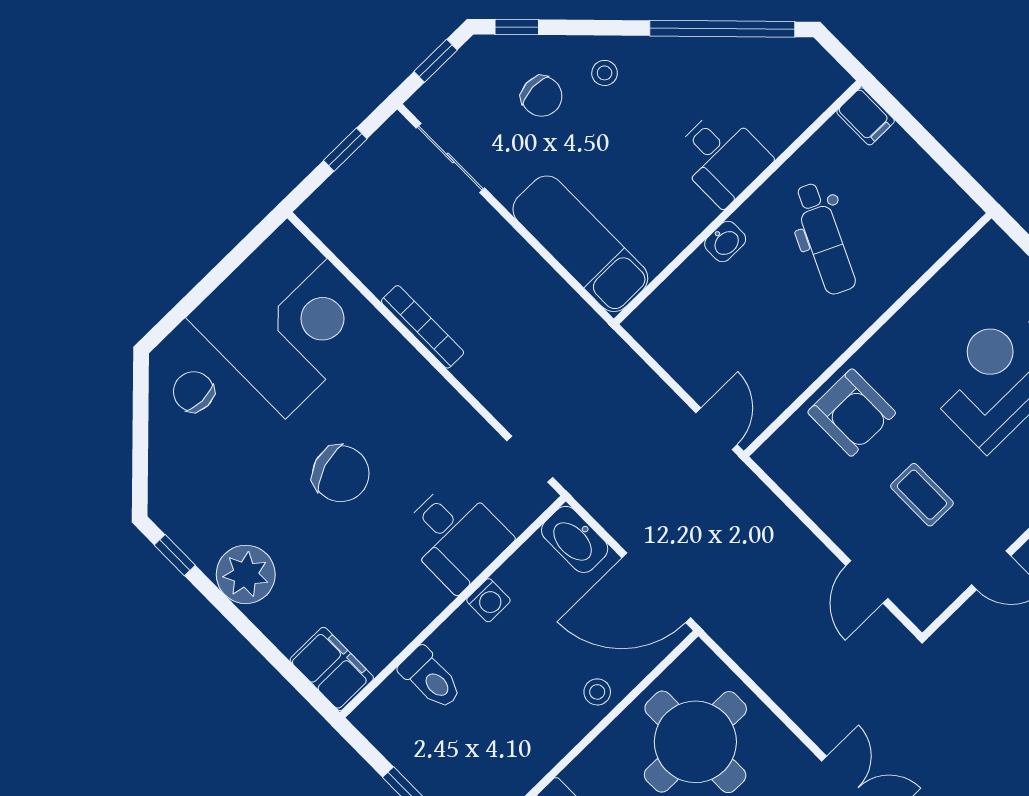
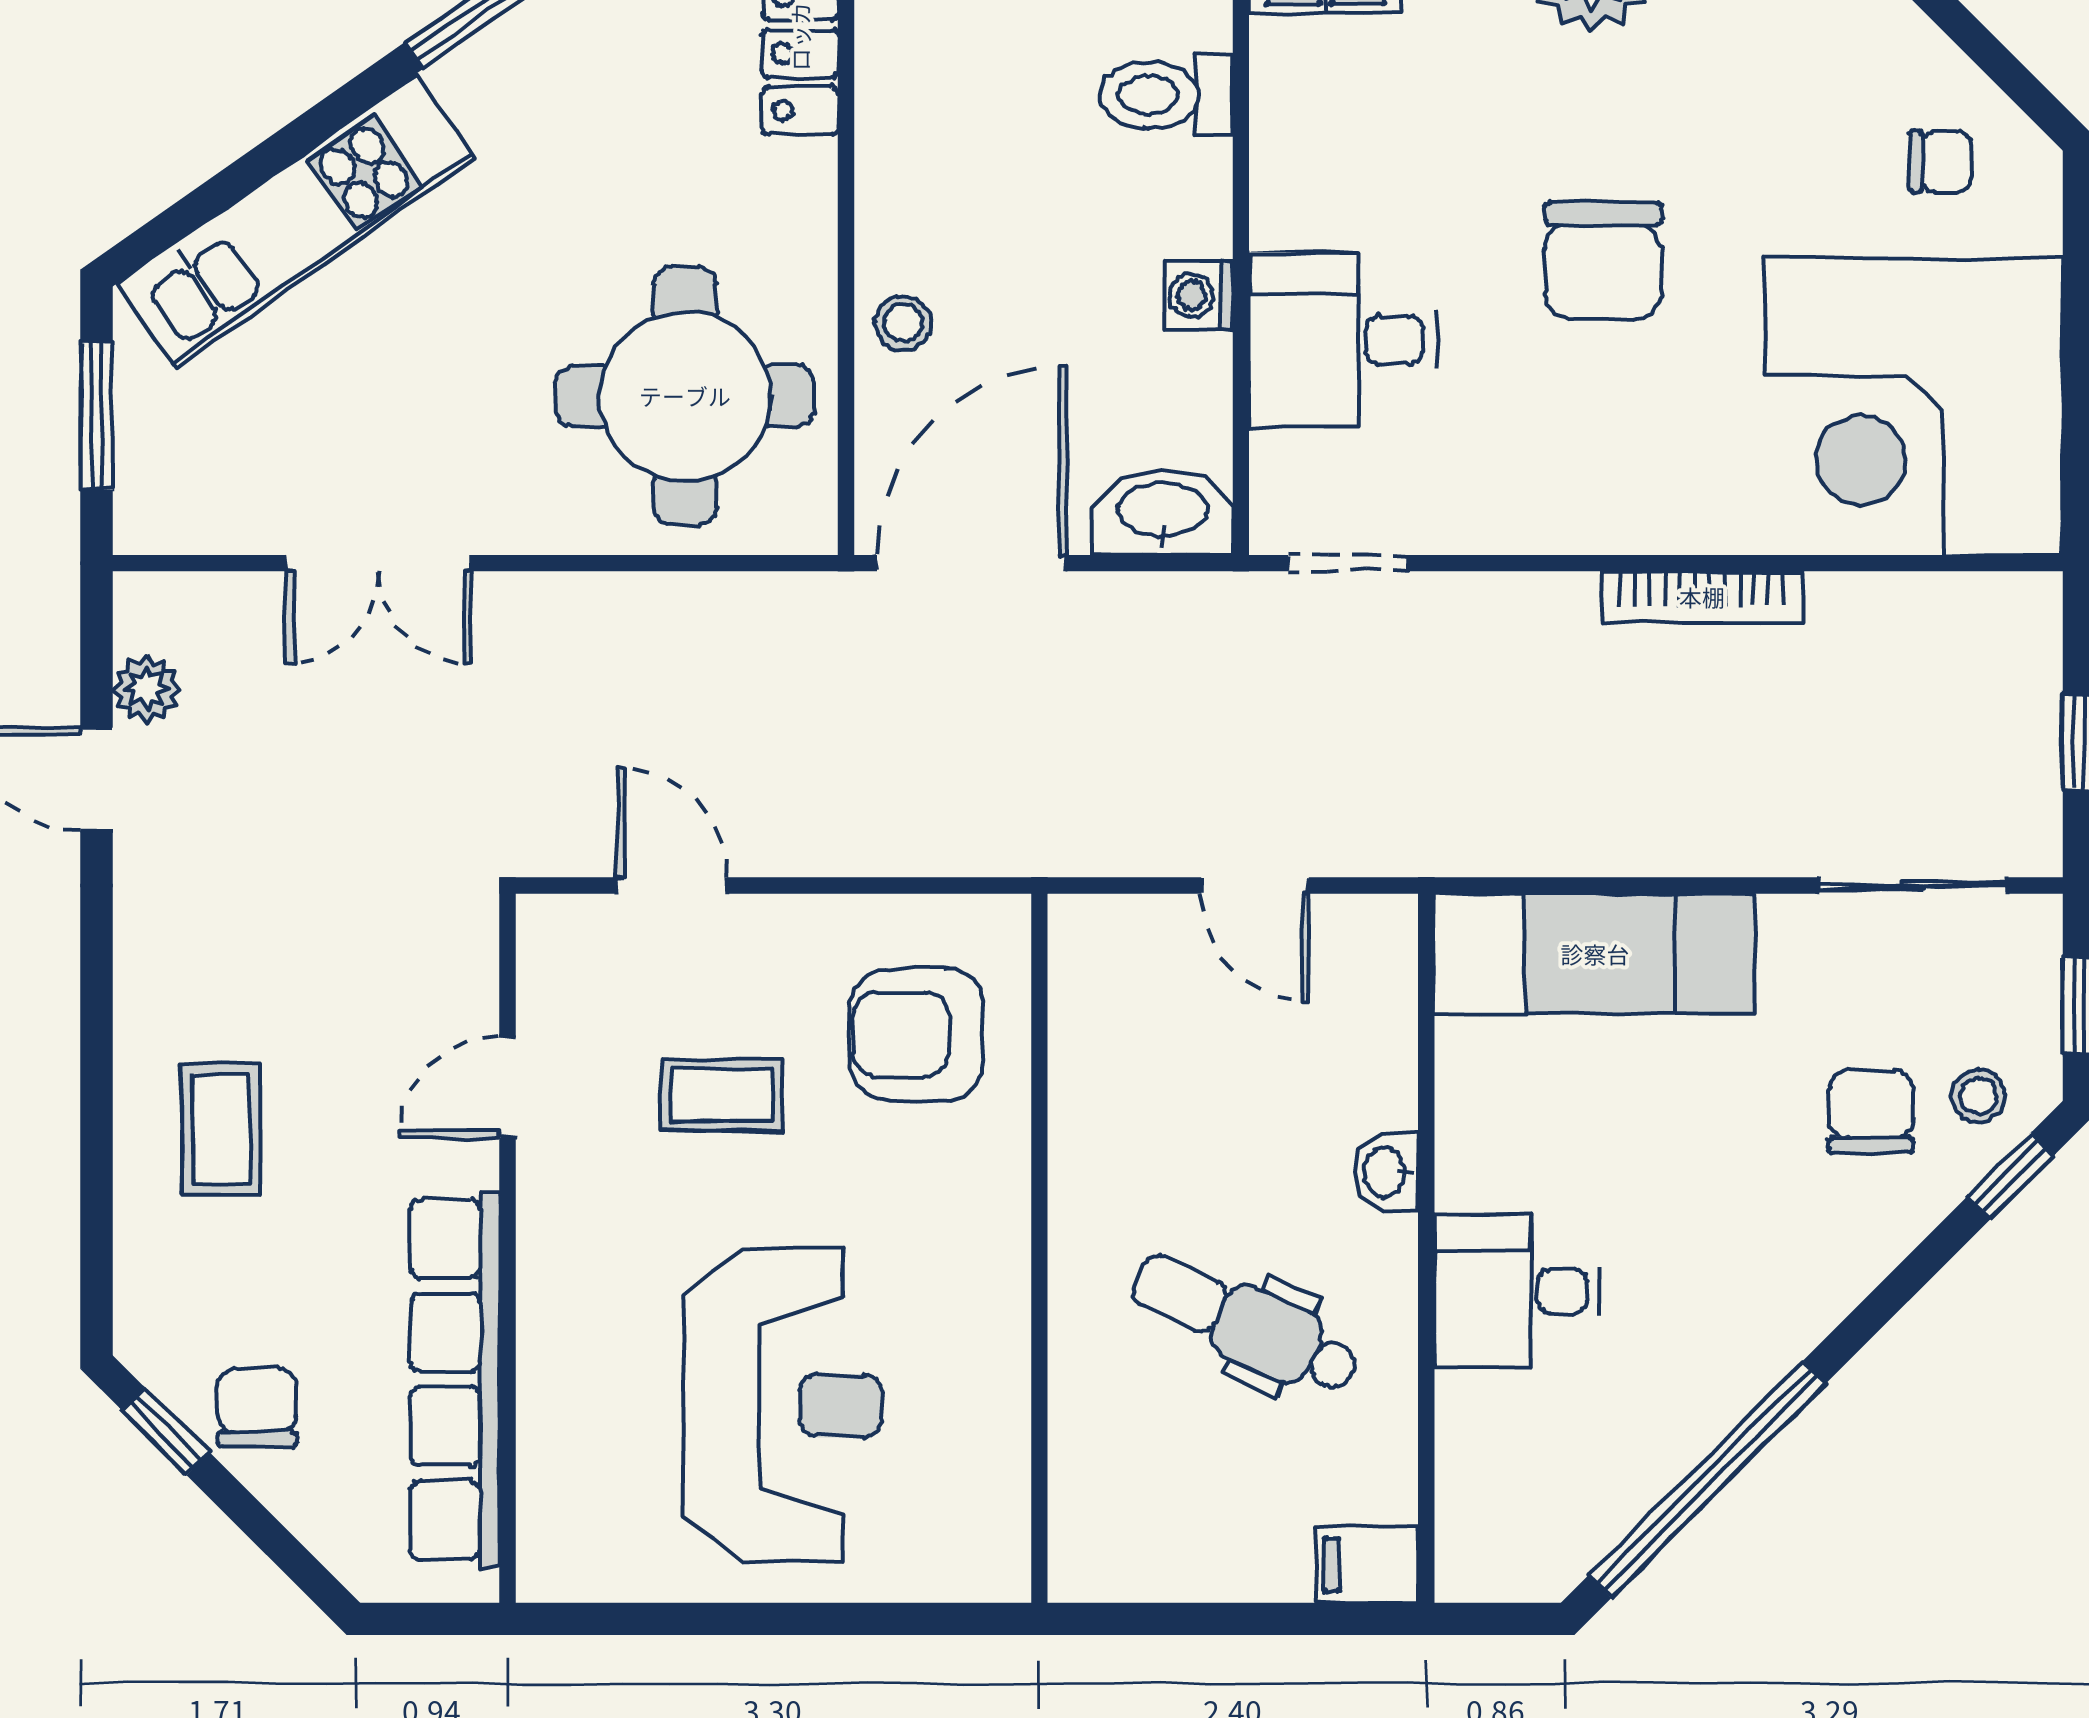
stool: (605, 73) -> (1979, 1096), moved
chair: (542, 96) -> (1871, 1112), turned 93
chair: (194, 392) -> (1940, 161), width x0.73, depth x0.73
armchair: (852, 413) -> (917, 1034), moved
door: (716, 429) -> (1255, 886), moved
chair: (341, 474) -> (1603, 260), turned -72

